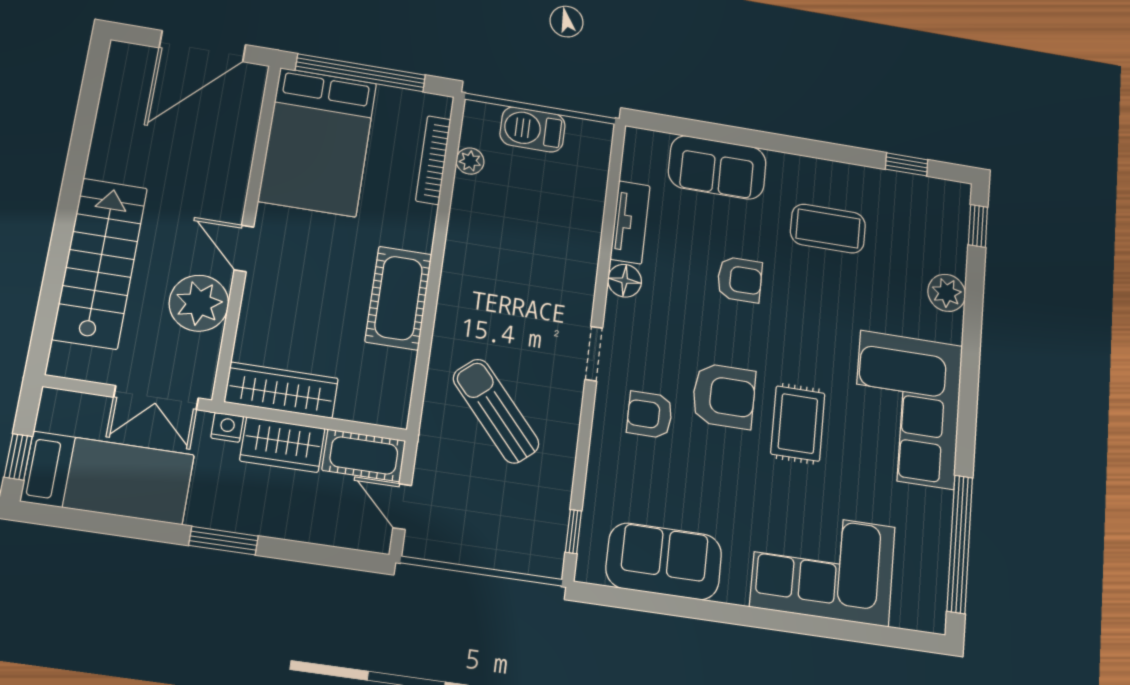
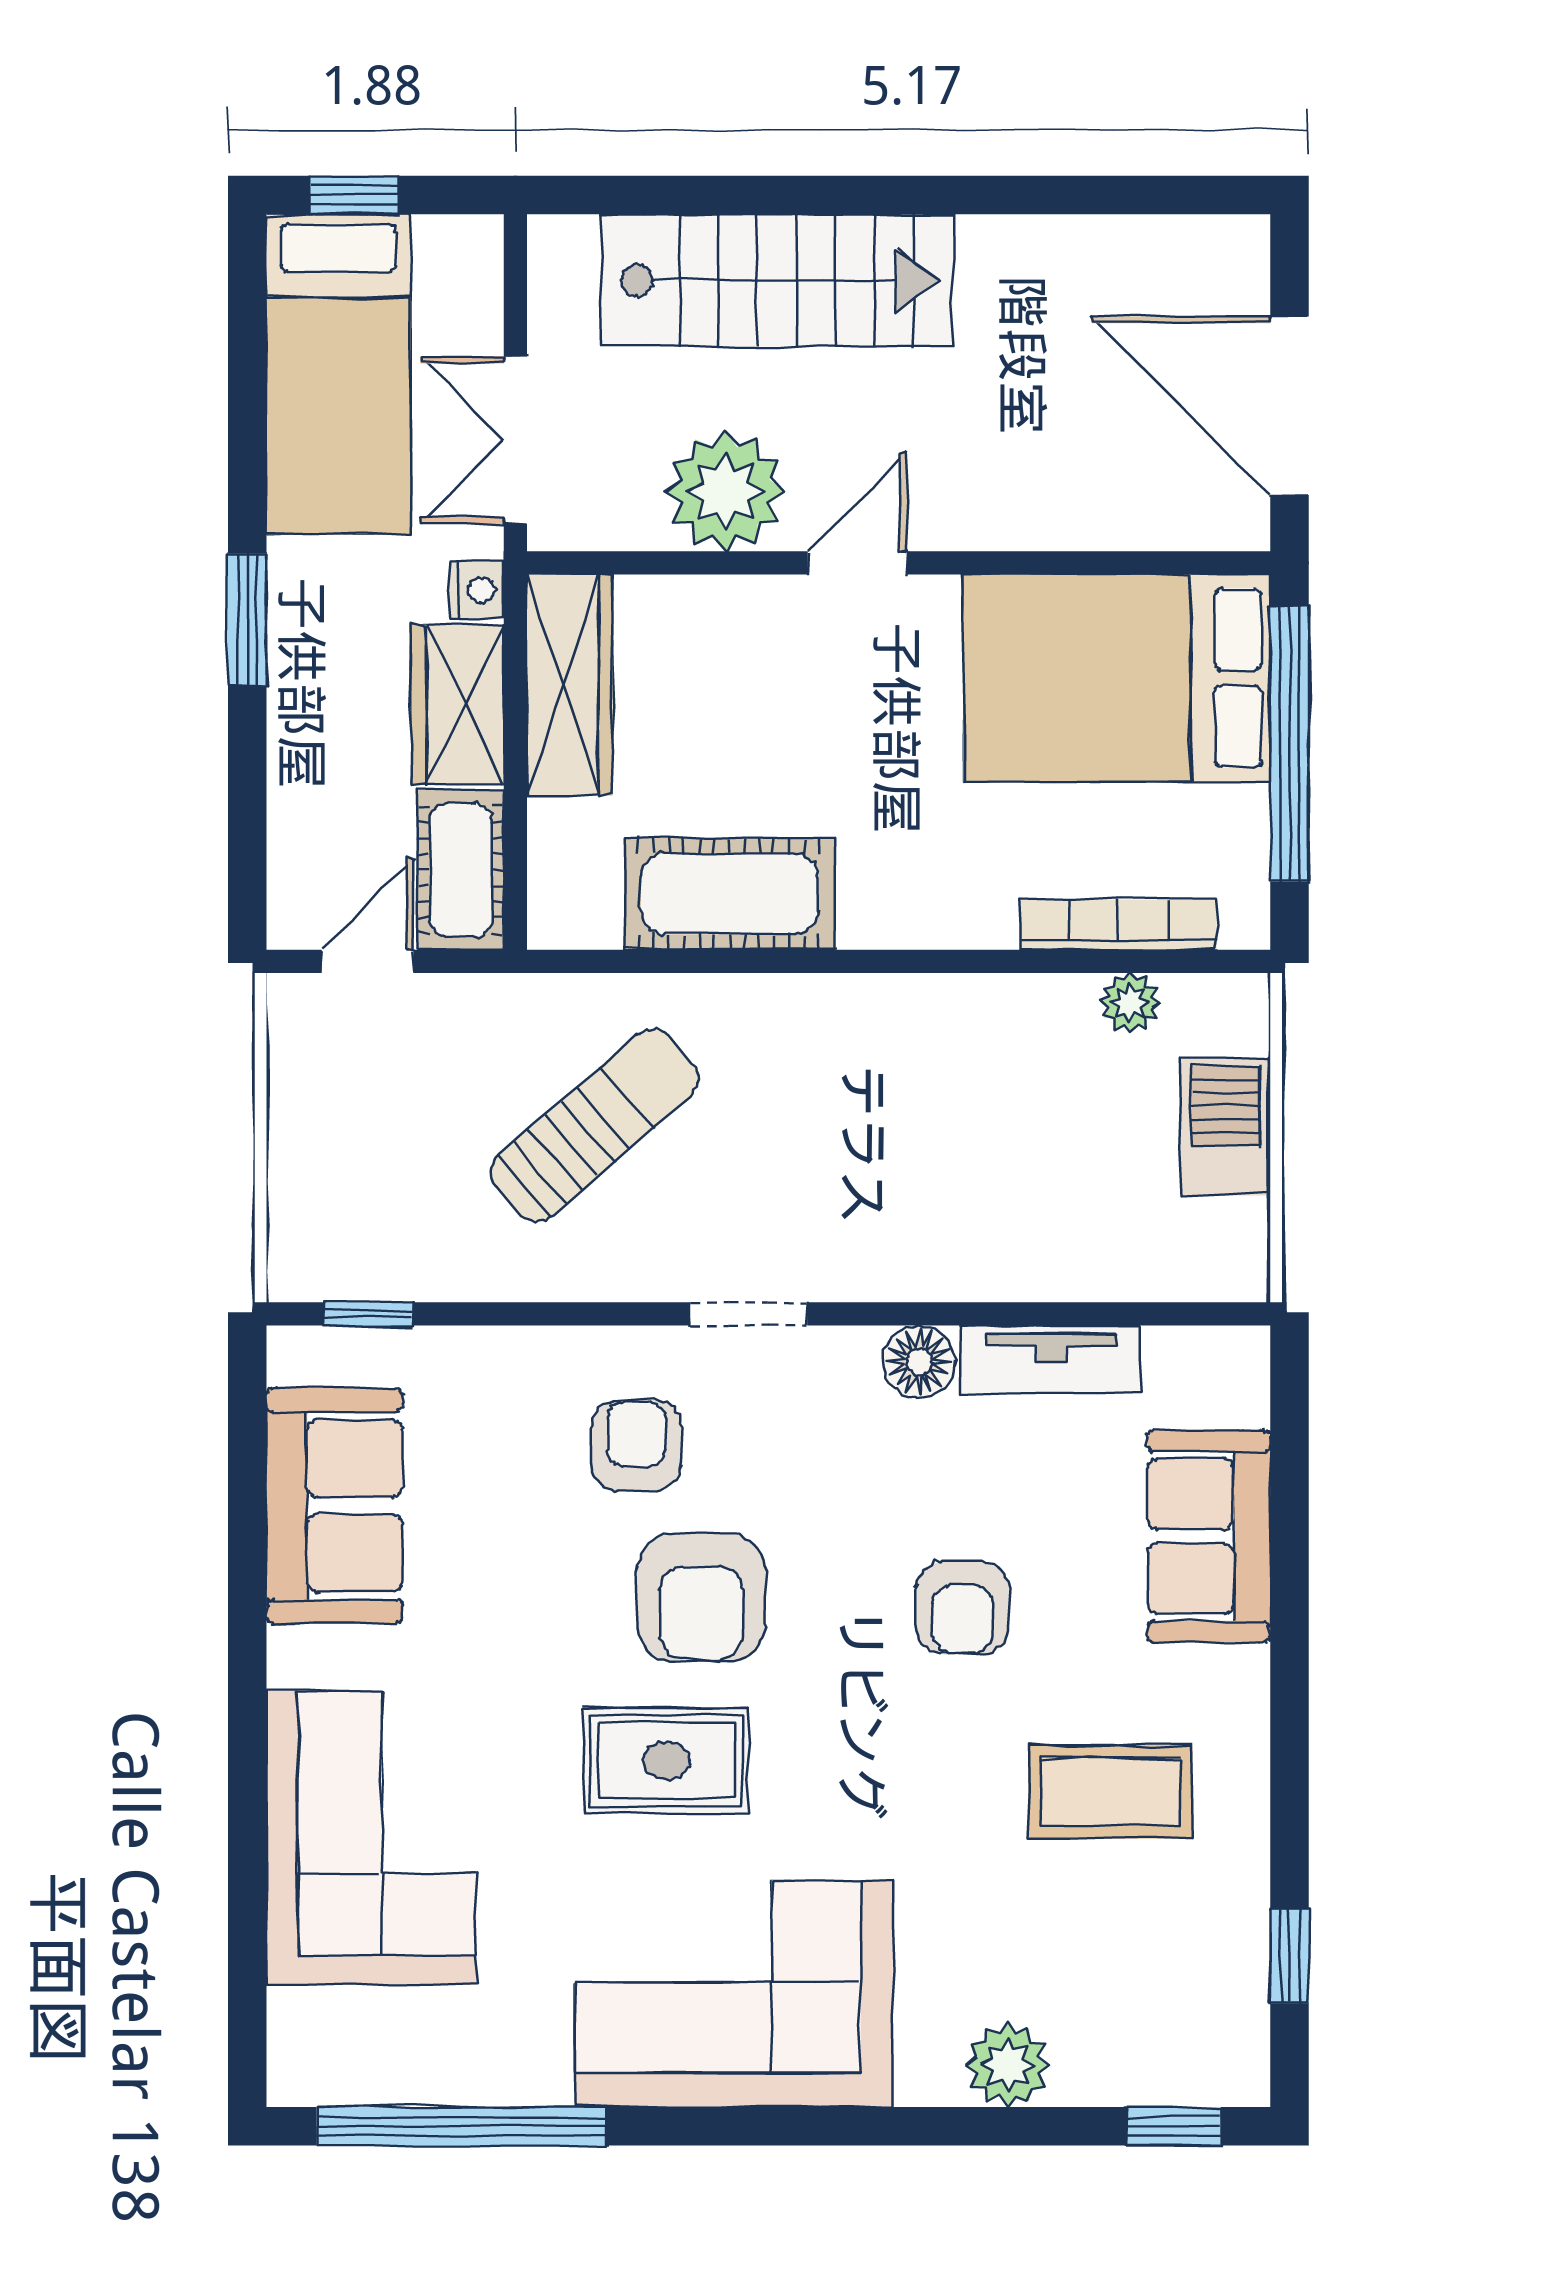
coffee table: (828, 229) -> (1110, 1792), turned 90
cot: (399, 298) -> (730, 894), moved

